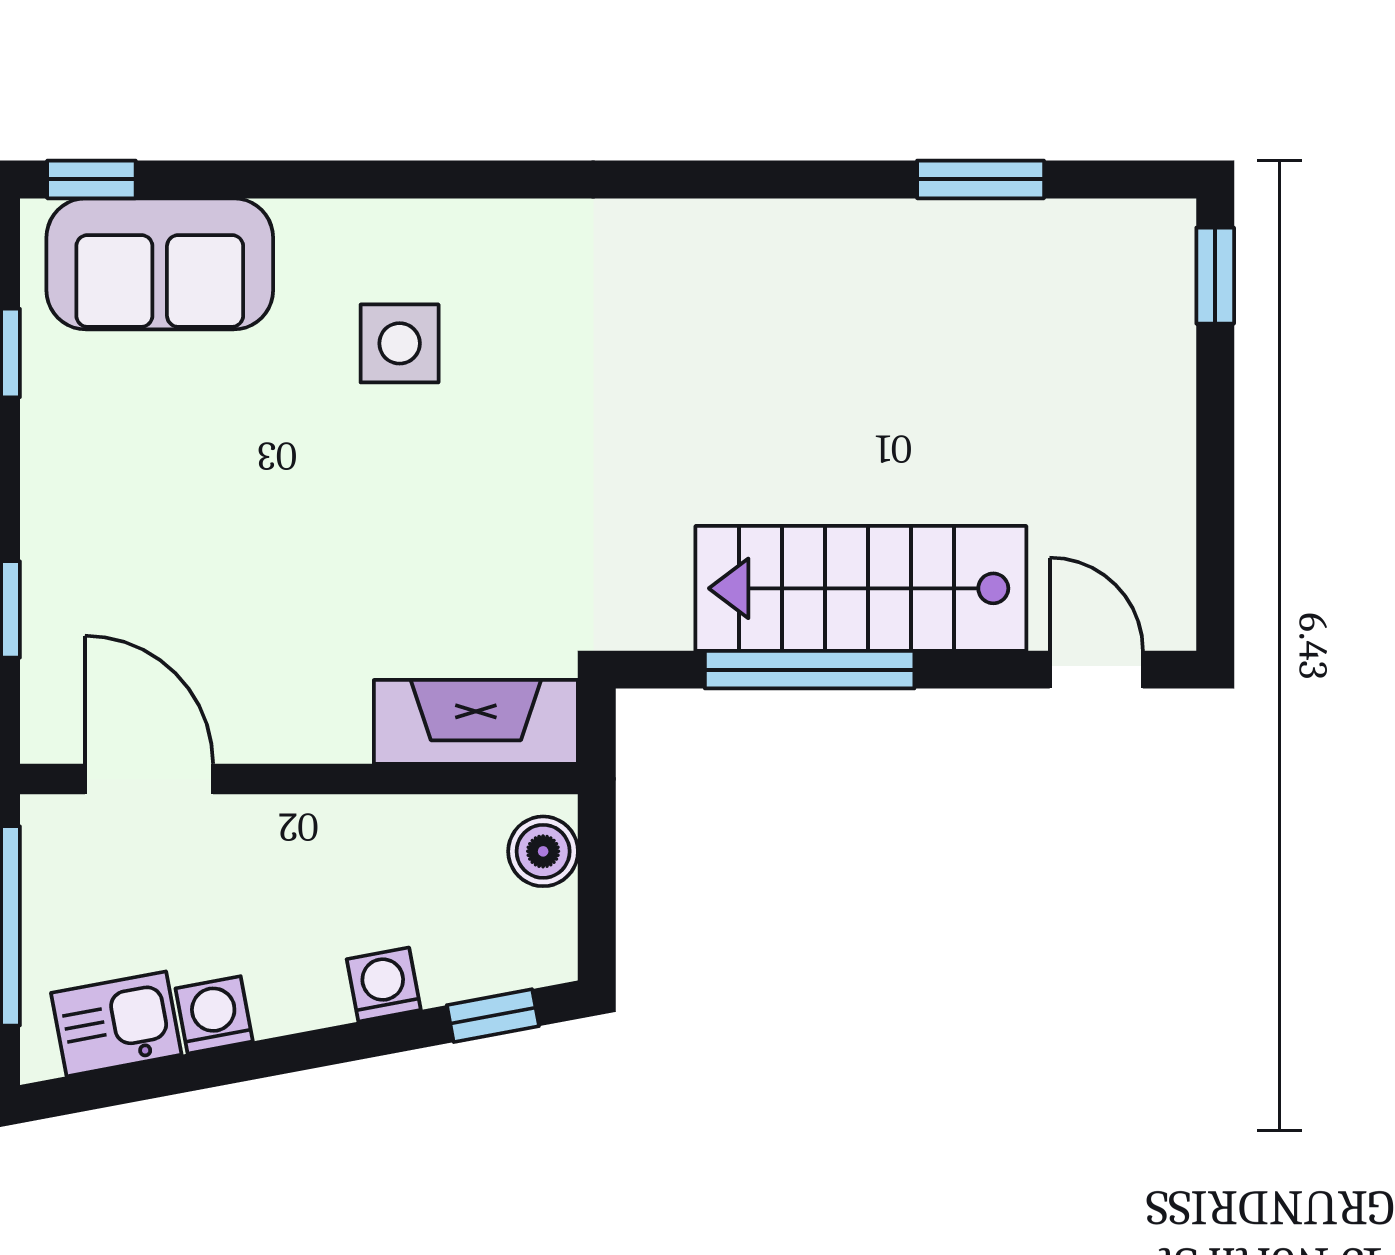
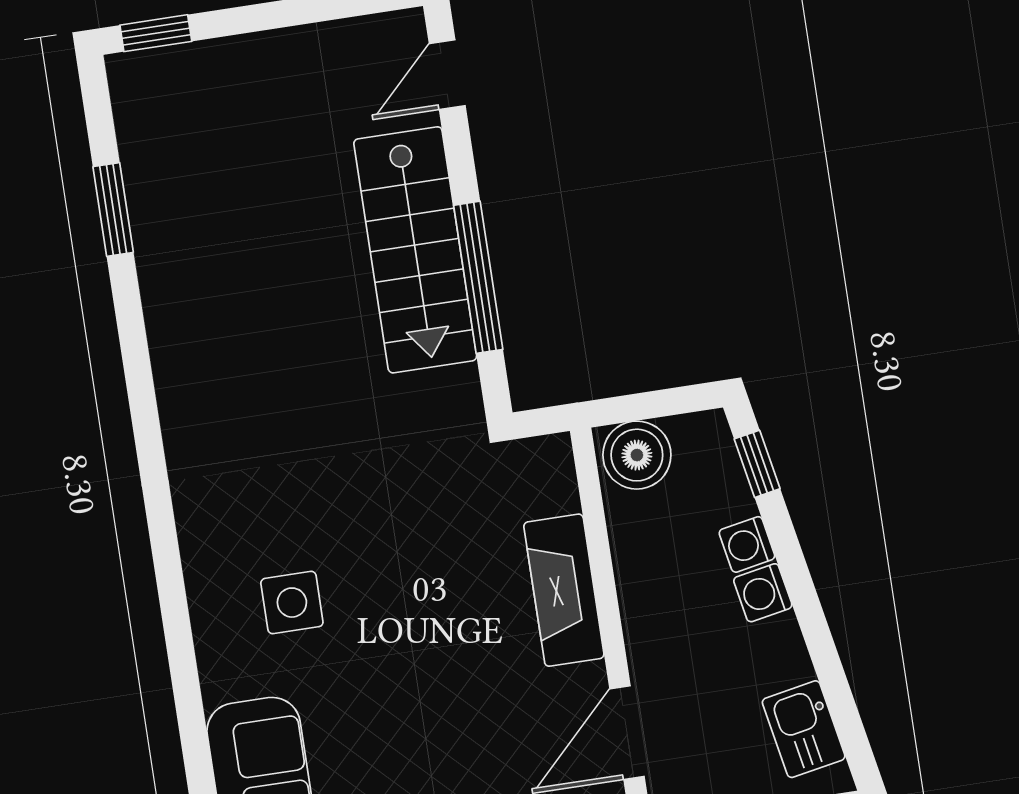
fireplace: (476, 722) -> (564, 590), moved
boiler: (543, 851) -> (637, 455), width x1.36, depth x1.36
washing machine: (214, 1015) -> (763, 593), moved

